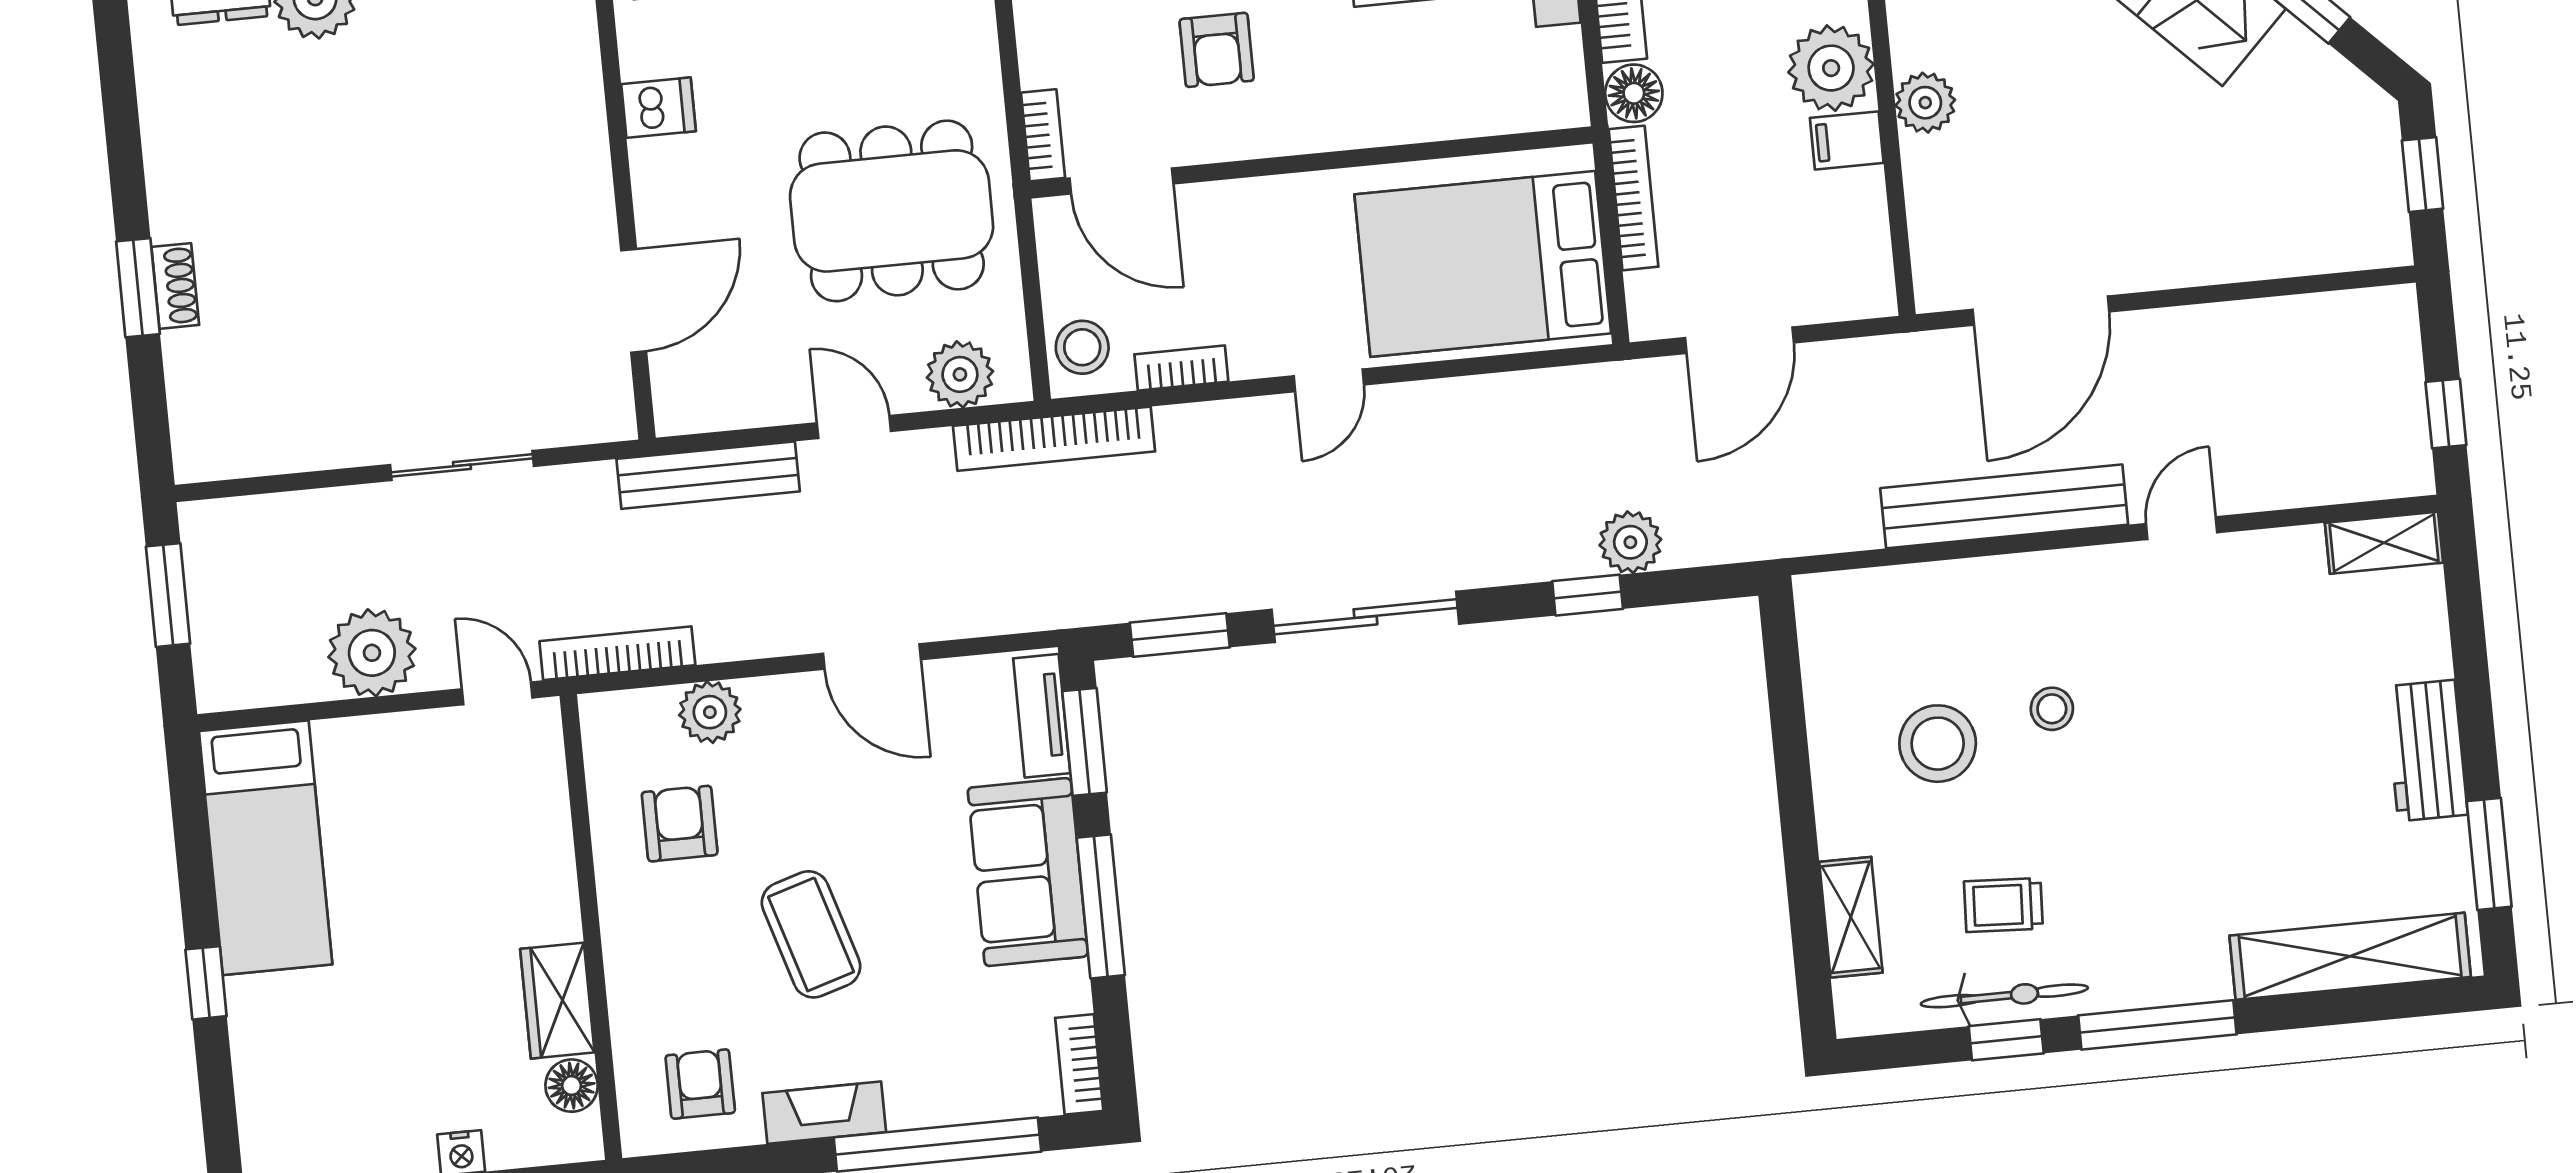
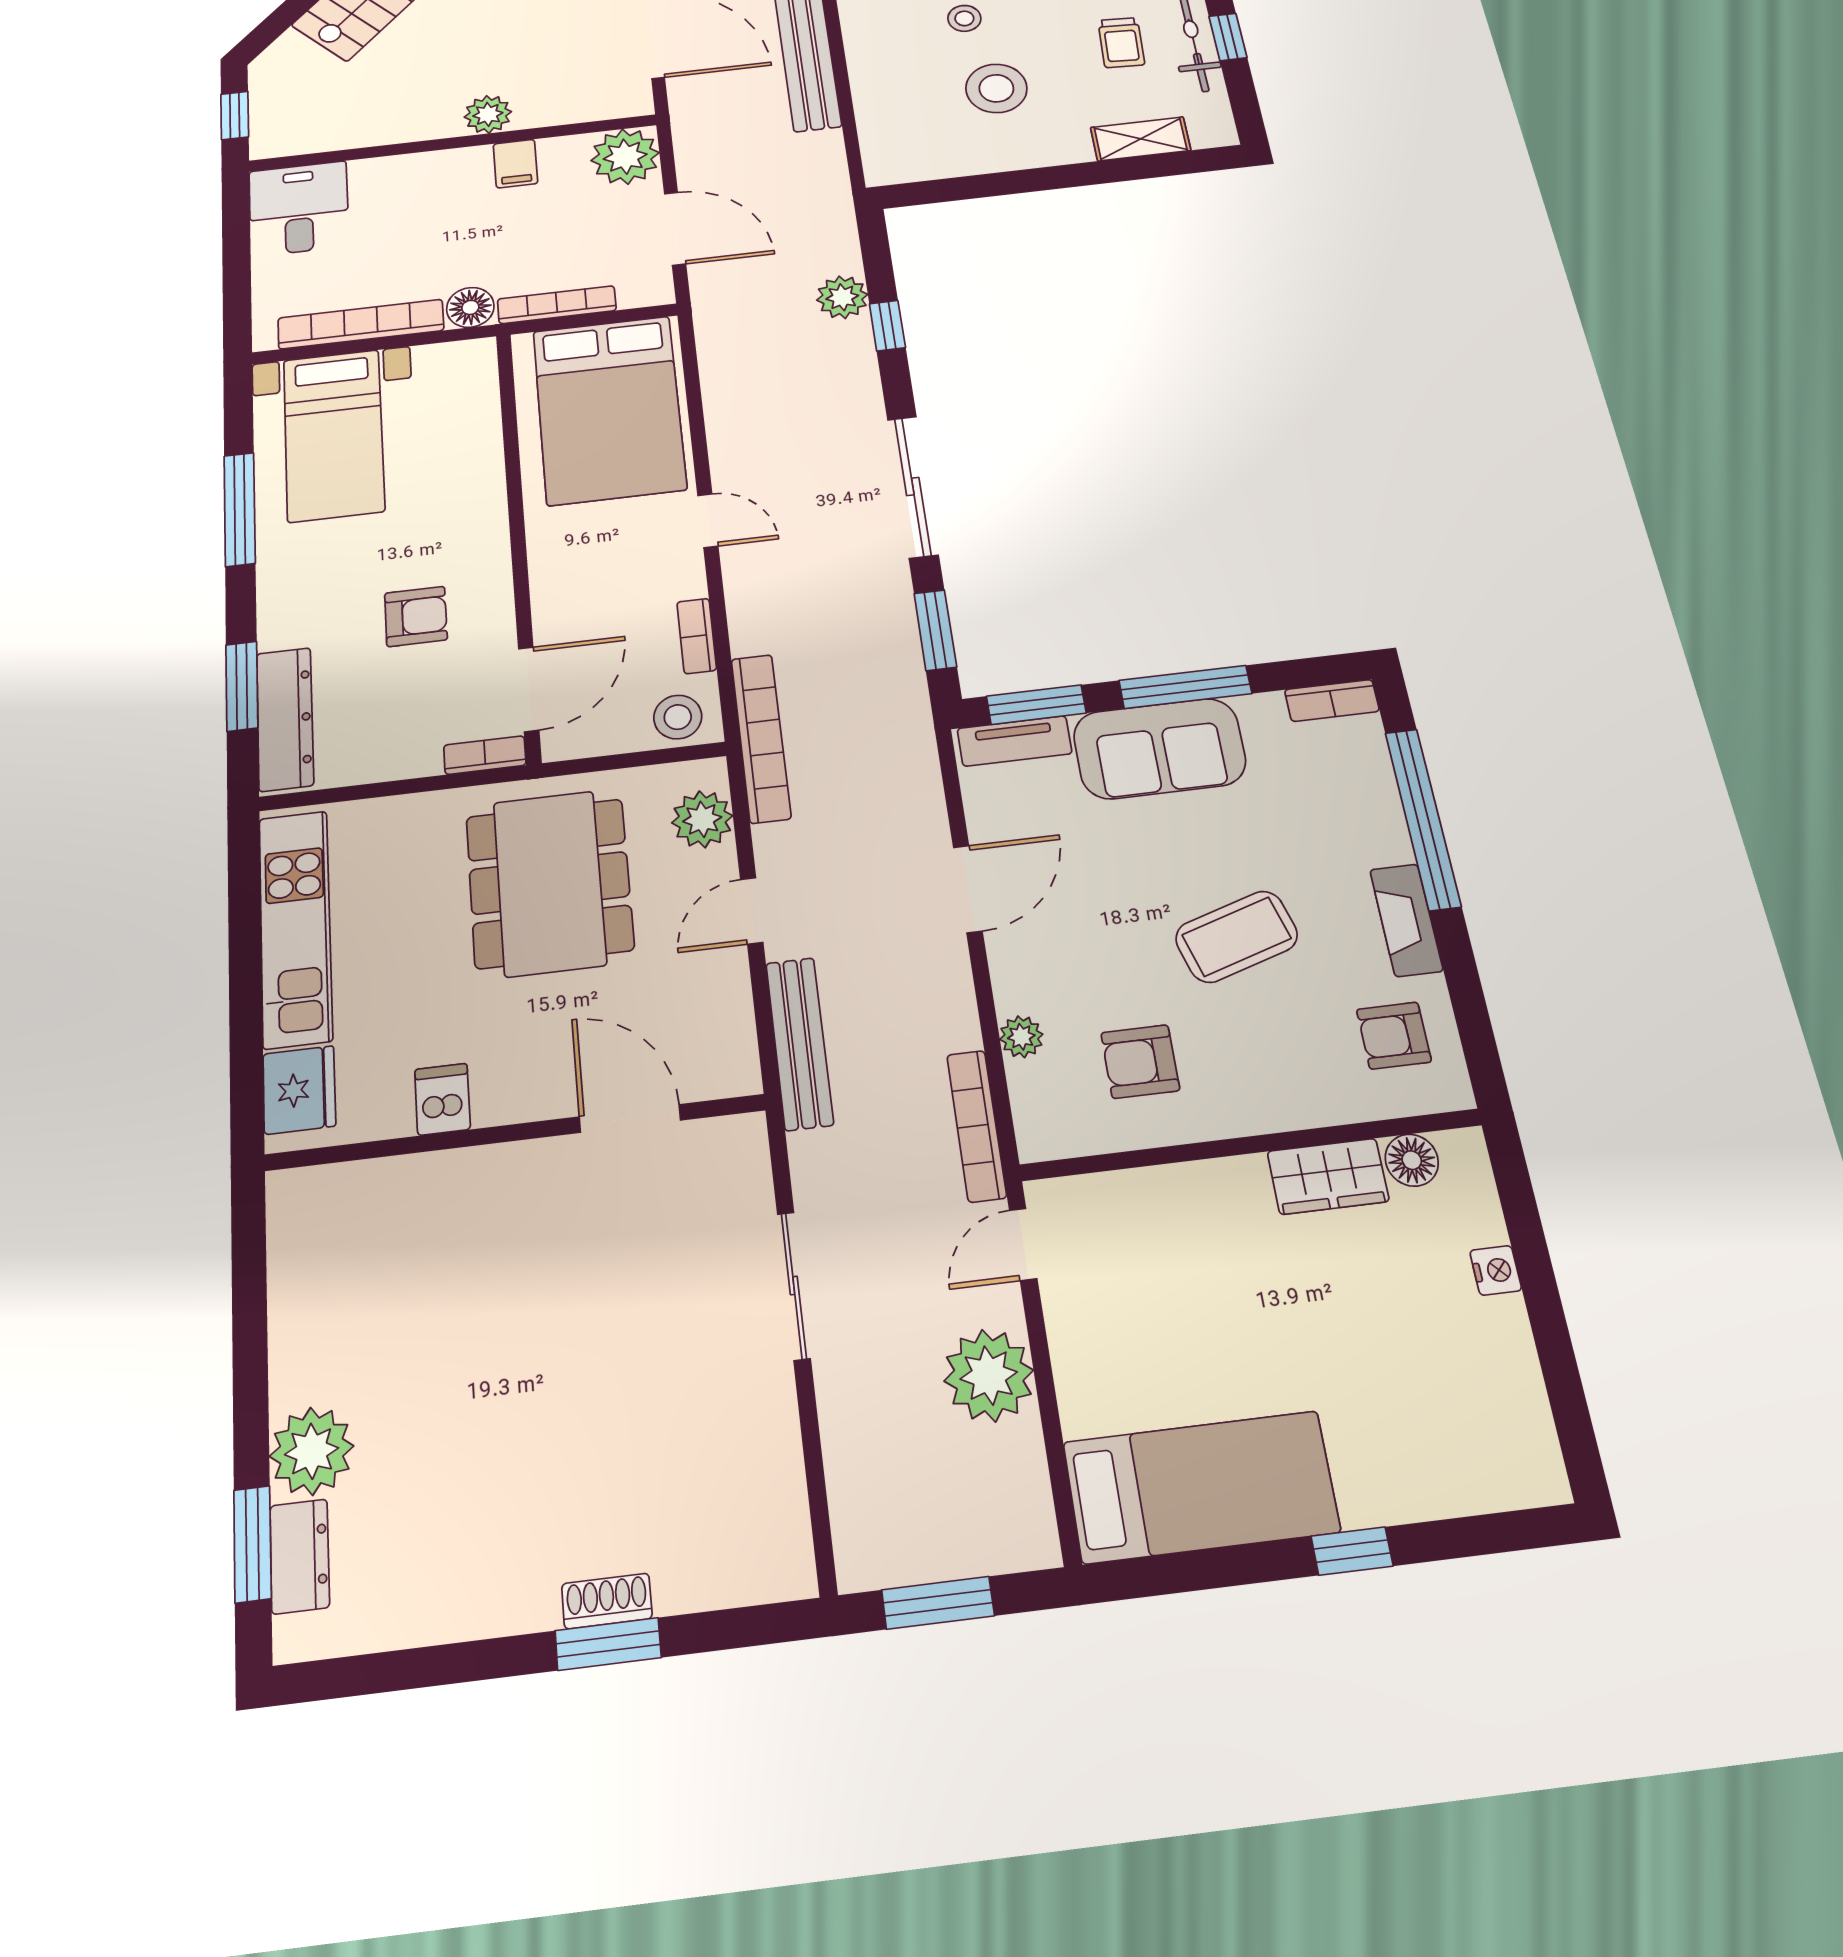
plant: (1831, 68) -> (625, 157), moved
plant: (710, 712) -> (1021, 1037), width x0.73, depth x0.73

